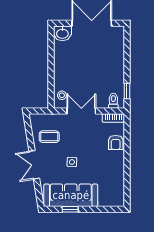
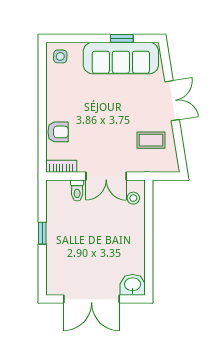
window: (127, 91) -> (42, 233), moved
toilet: (113, 101) -> (77, 190), moved
armchair: (116, 142) -> (58, 132), turned 90
side table: (72, 162) -> (60, 56), moved

